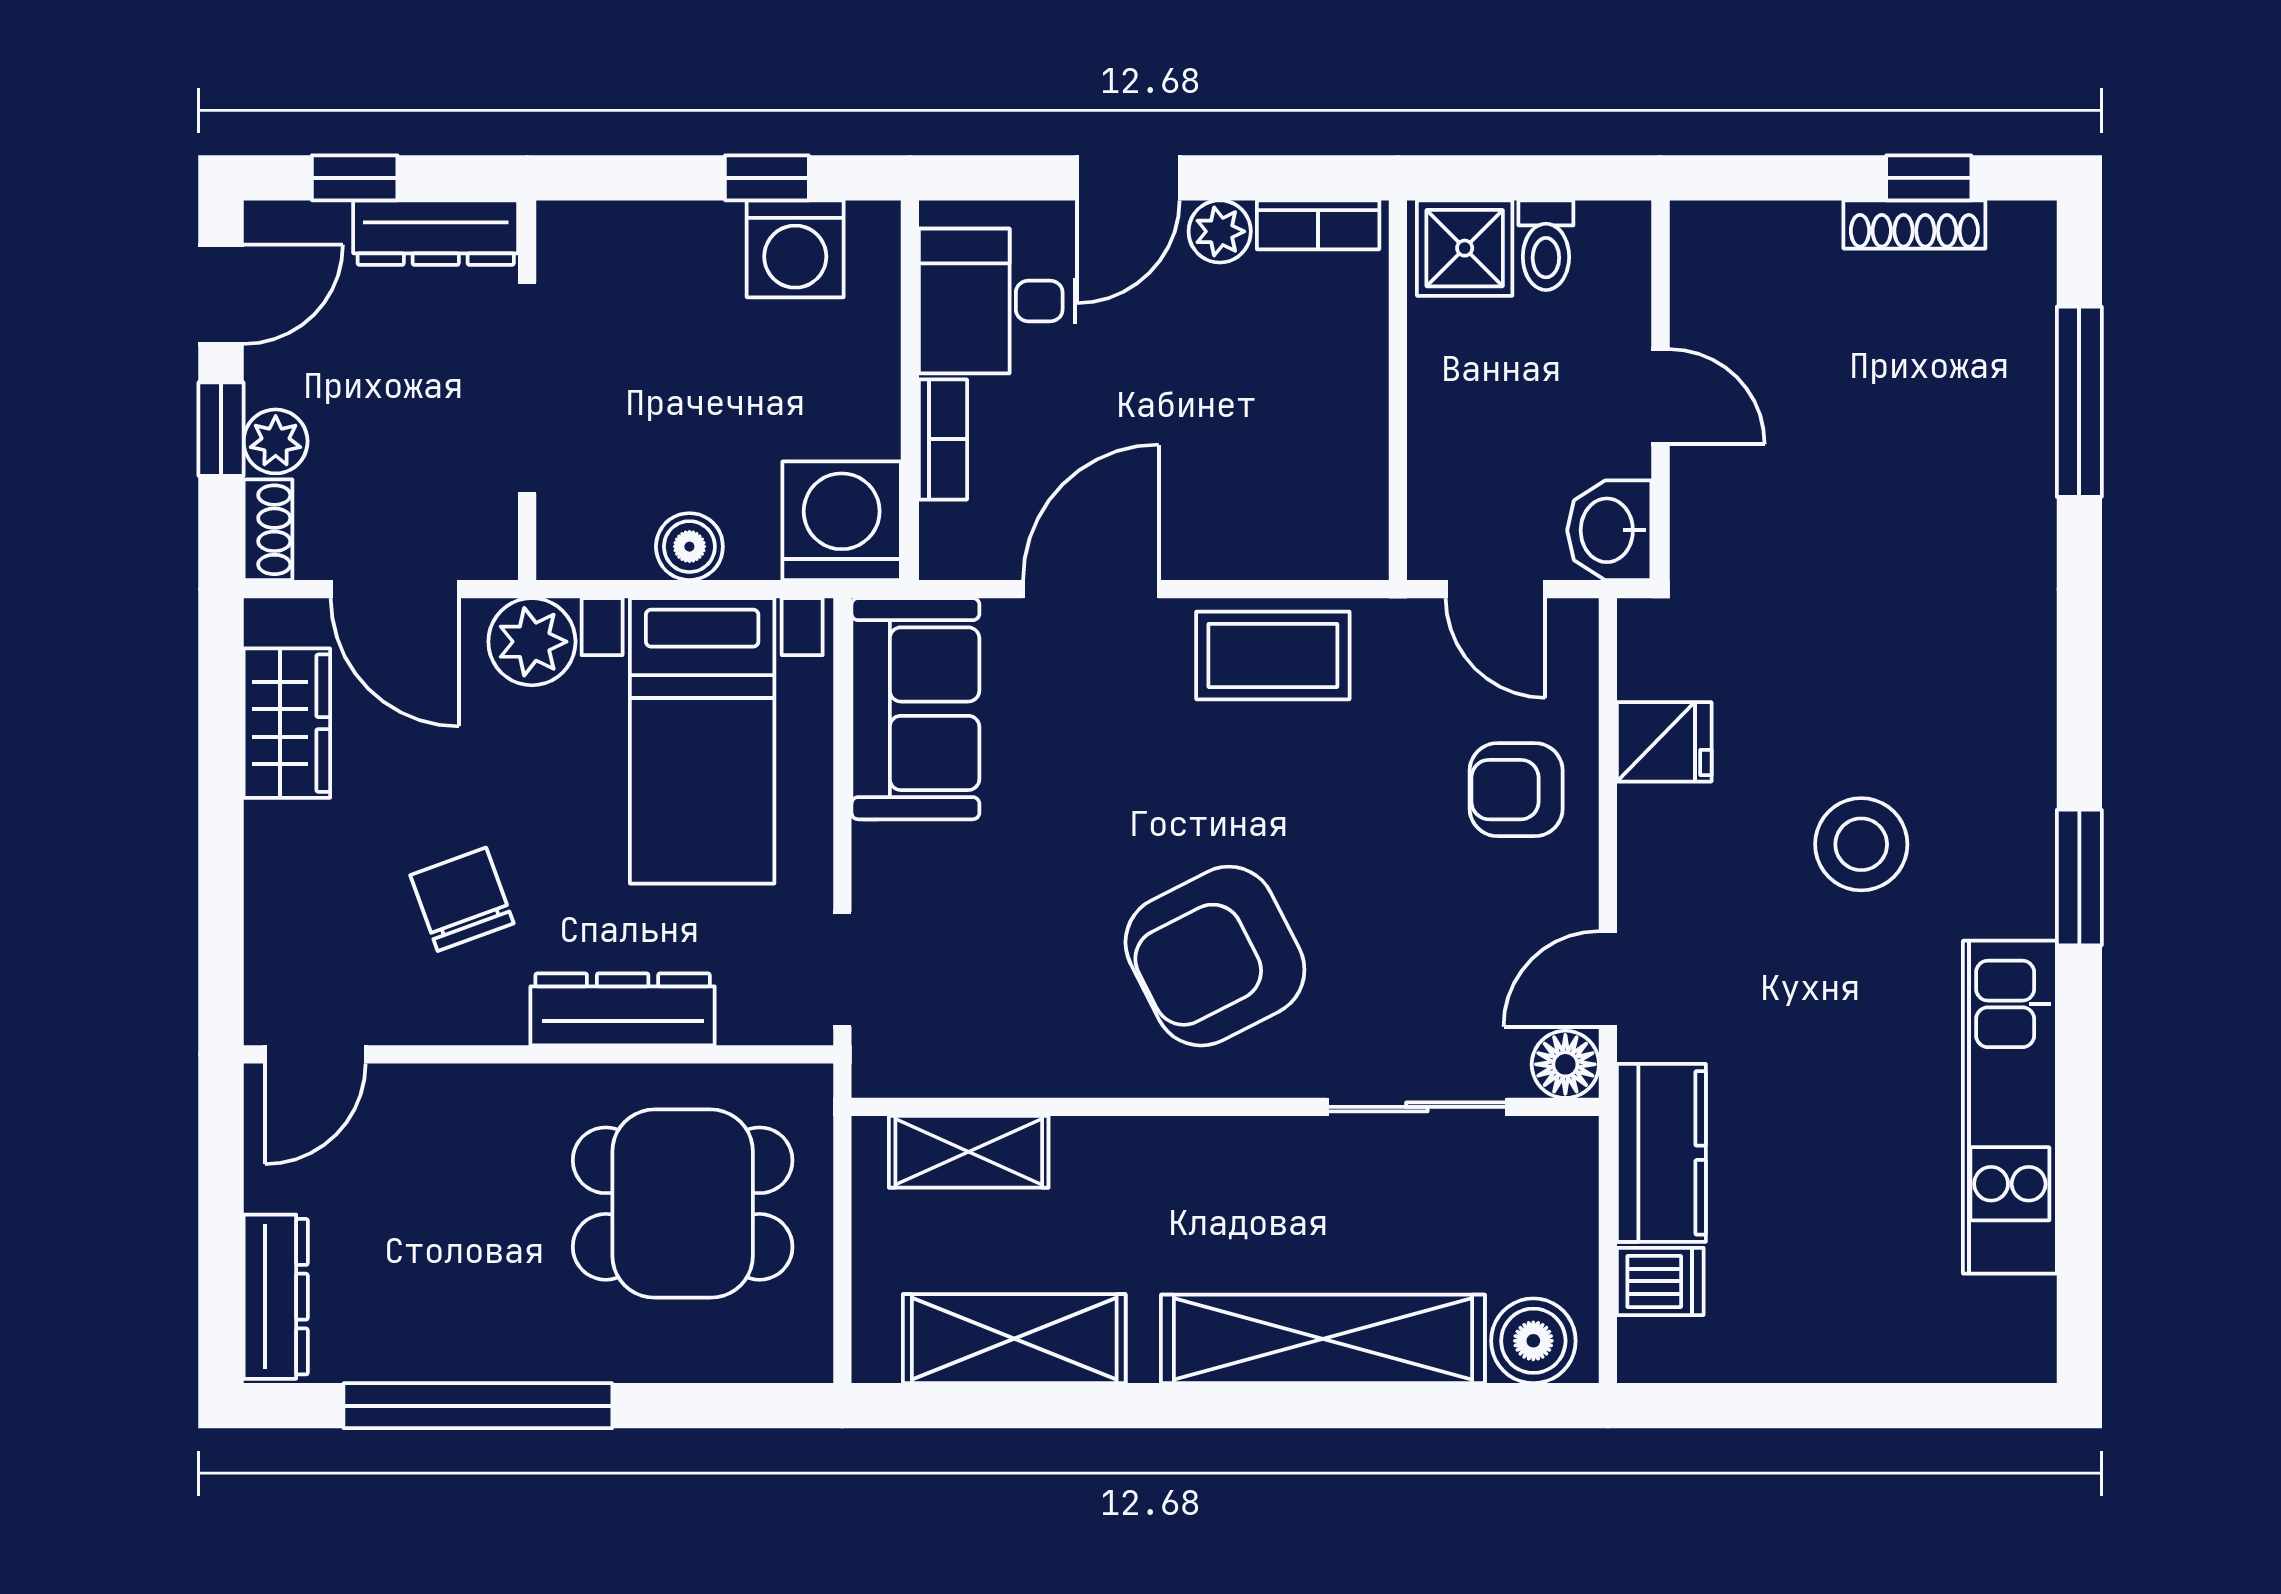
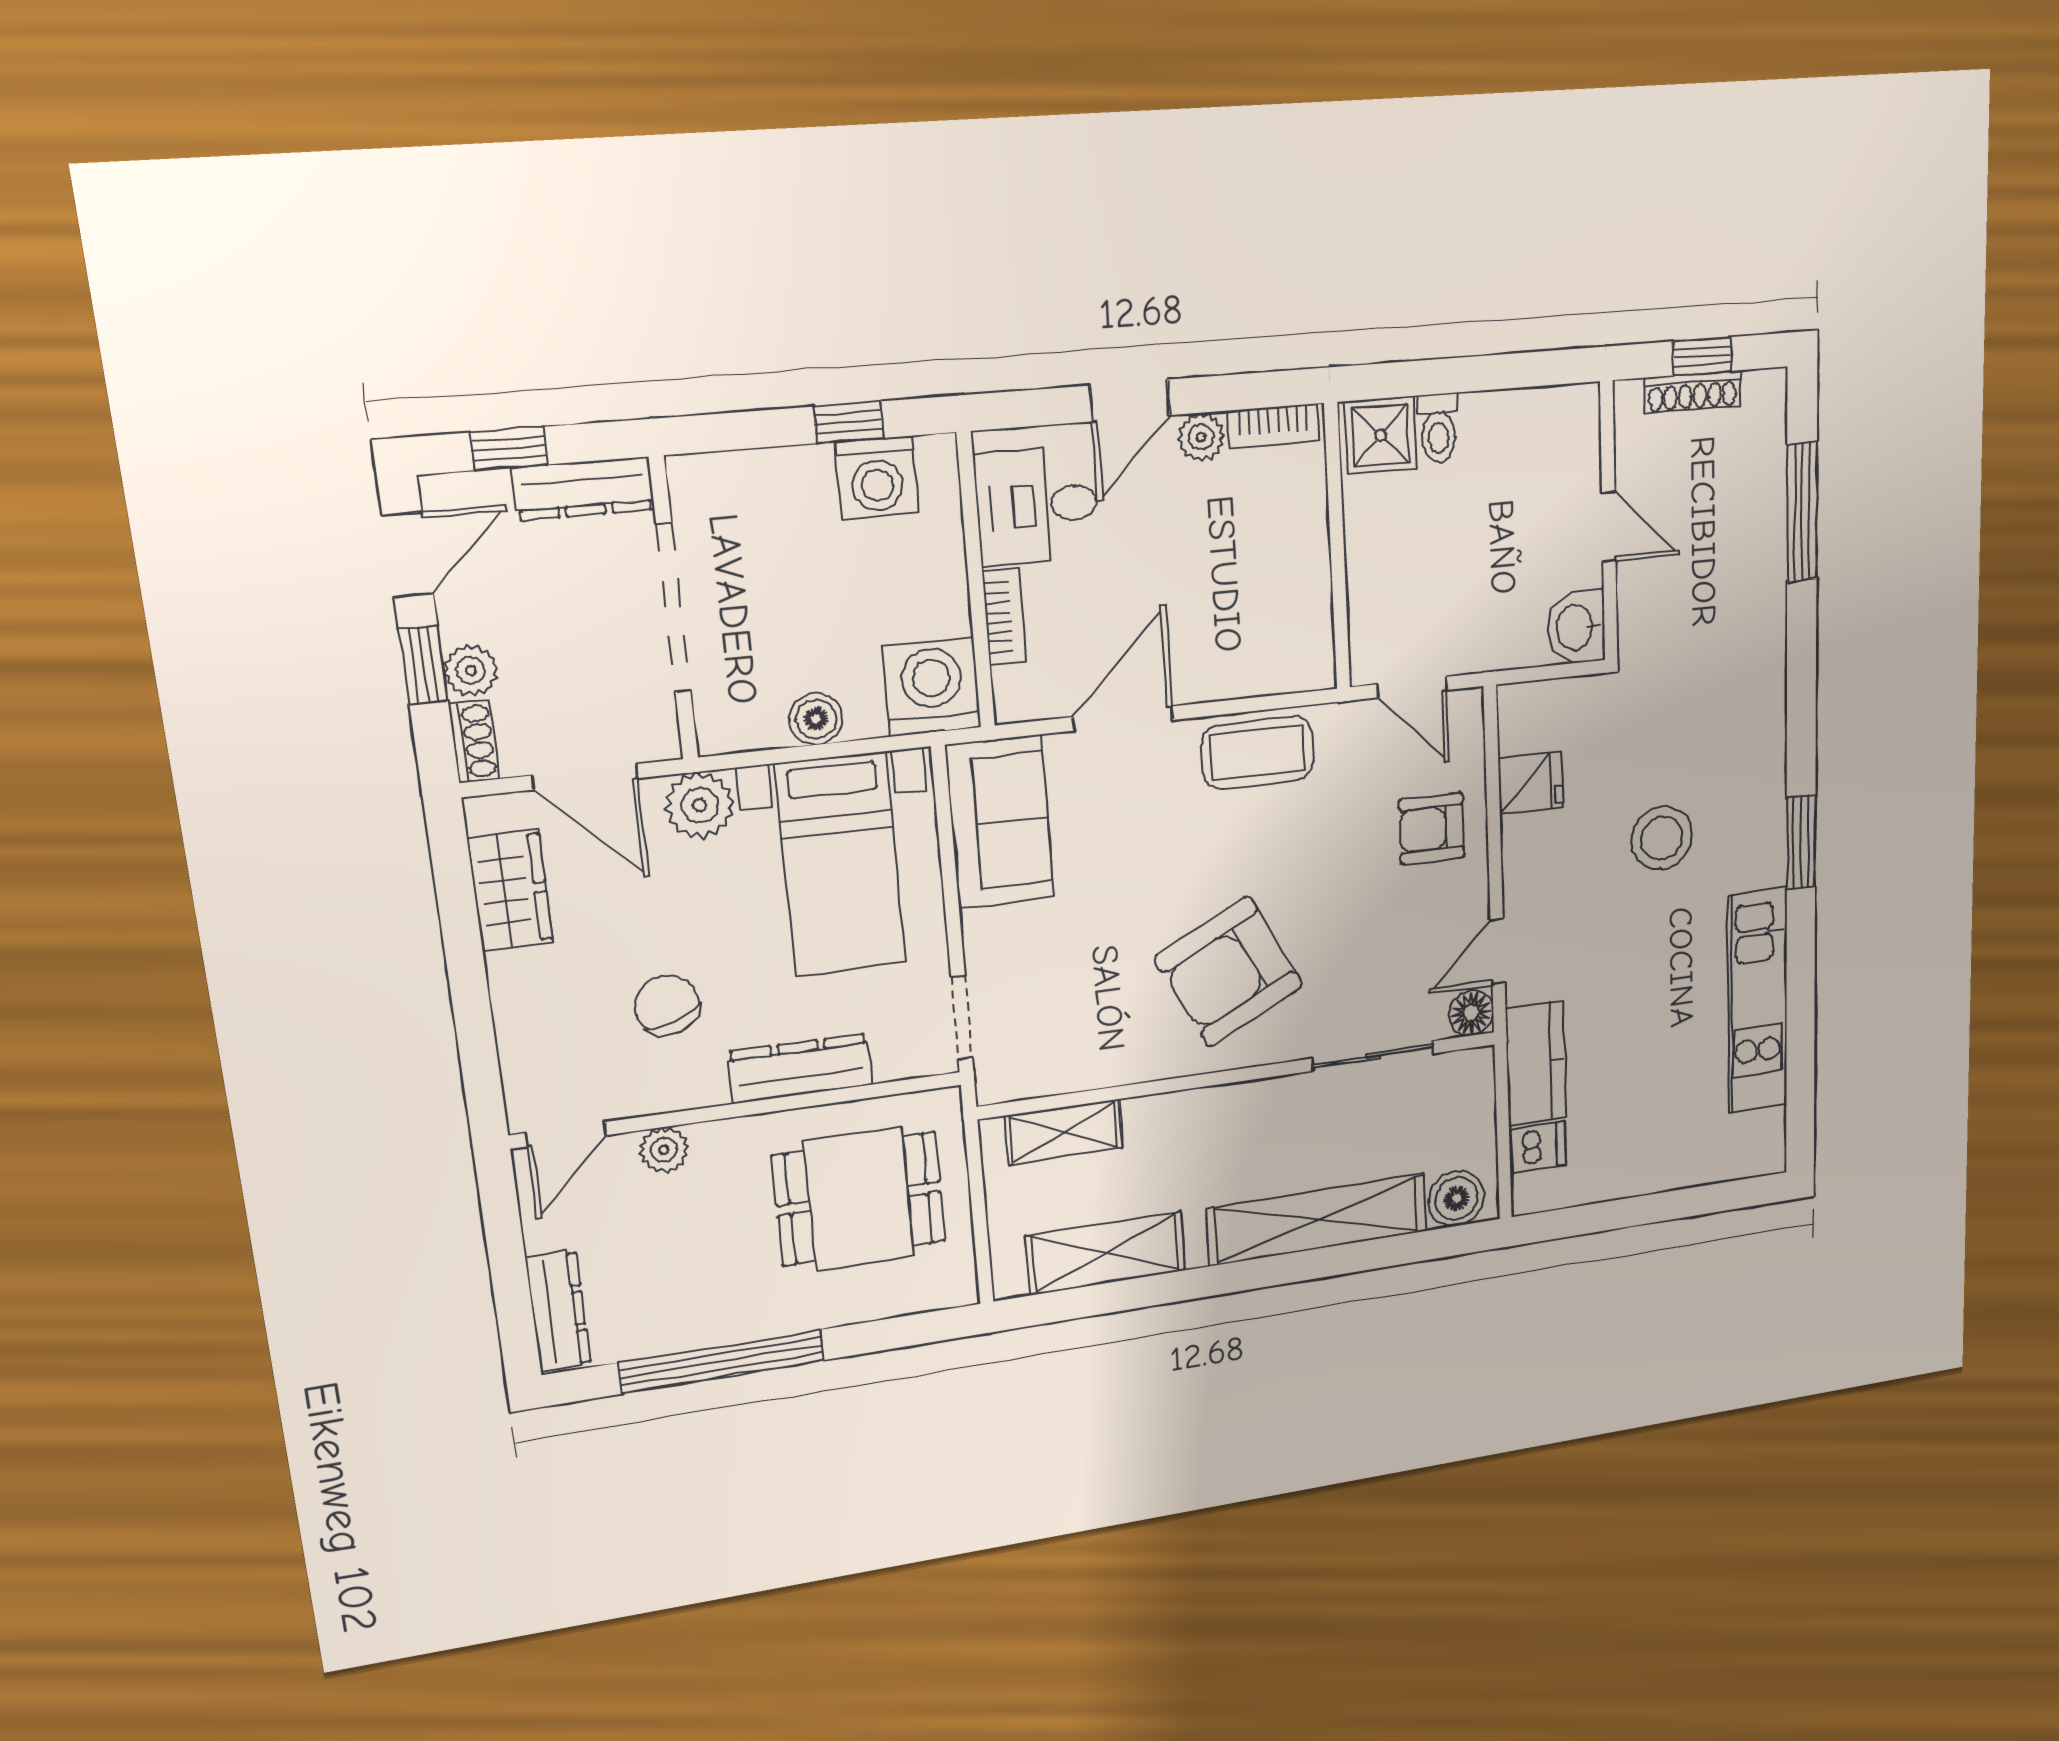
wall: (1660, 390) -> (1609, 522), moved
door: (1660, 397) -> (1609, 527), moved
washbasin: (1609, 530) -> (1576, 627), moved
plant: (436, 1095) -> (664, 1150), added

